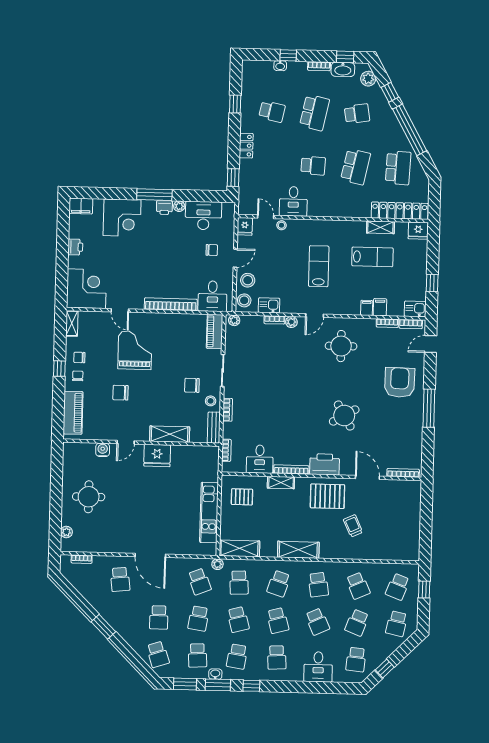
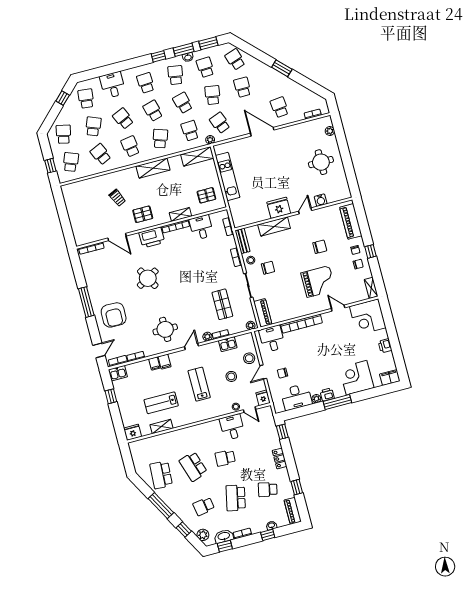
piano: (249, 76) -> (293, 511), added
window: (410, 130) -> (161, 506), width x0.68
school desk: (356, 167) -> (193, 466), turned -30
locker: (400, 211) -> (151, 443), removed
lab bench: (319, 266) -> (199, 384), turned 180
stool: (244, 300) -> (231, 376), moved
filing cabinet: (380, 307) -> (165, 362), moved
grand piano: (135, 350) -> (318, 282), turned -90
shop shelf: (261, 357) -> (222, 304), added
pallet: (327, 496) -> (143, 214), width x0.67, depth x0.71

